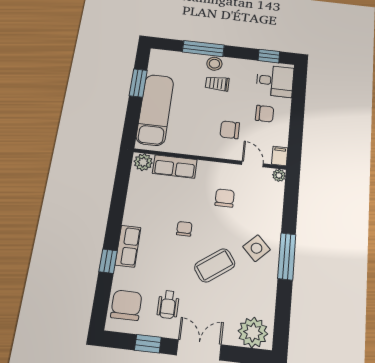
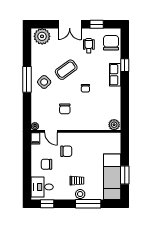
exam couch: (155, 110) -> (112, 177), moved
row of seats: (175, 167) -> (96, 124), removed
chair: (126, 305) -> (111, 43), turned 180

